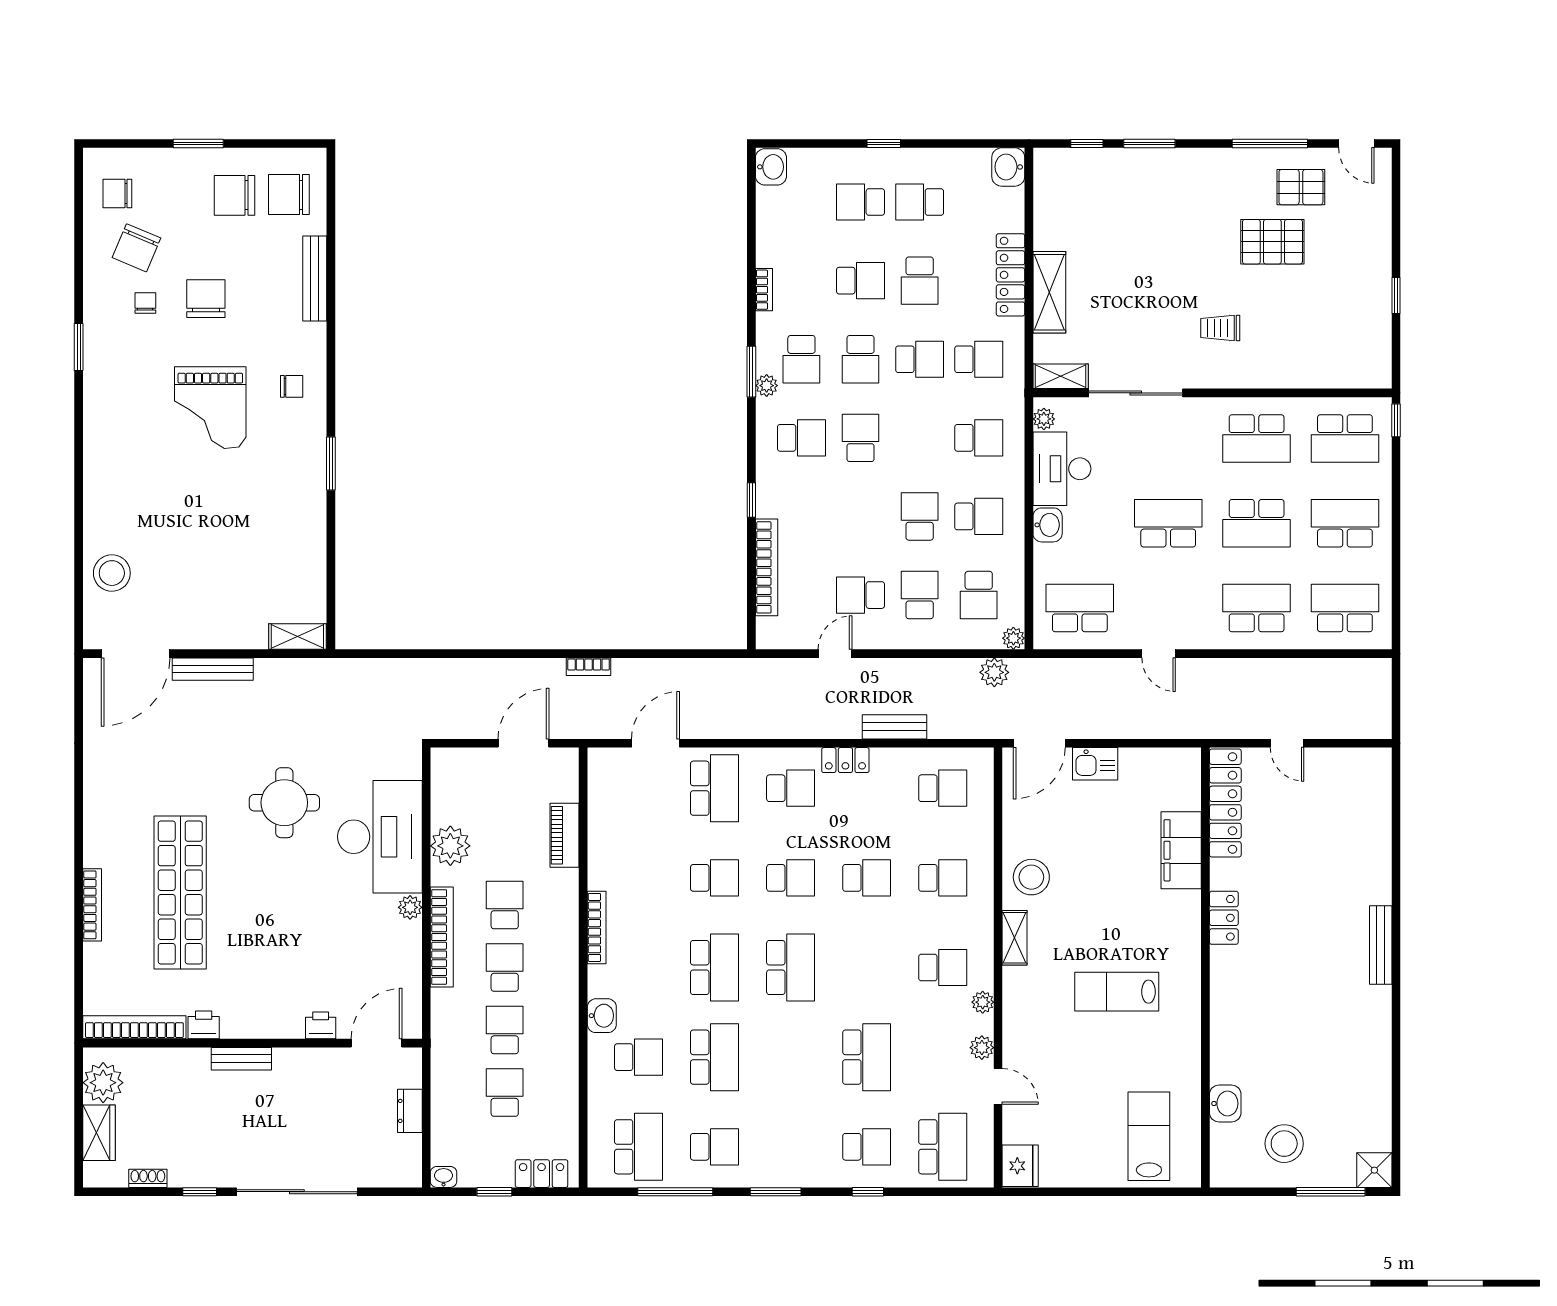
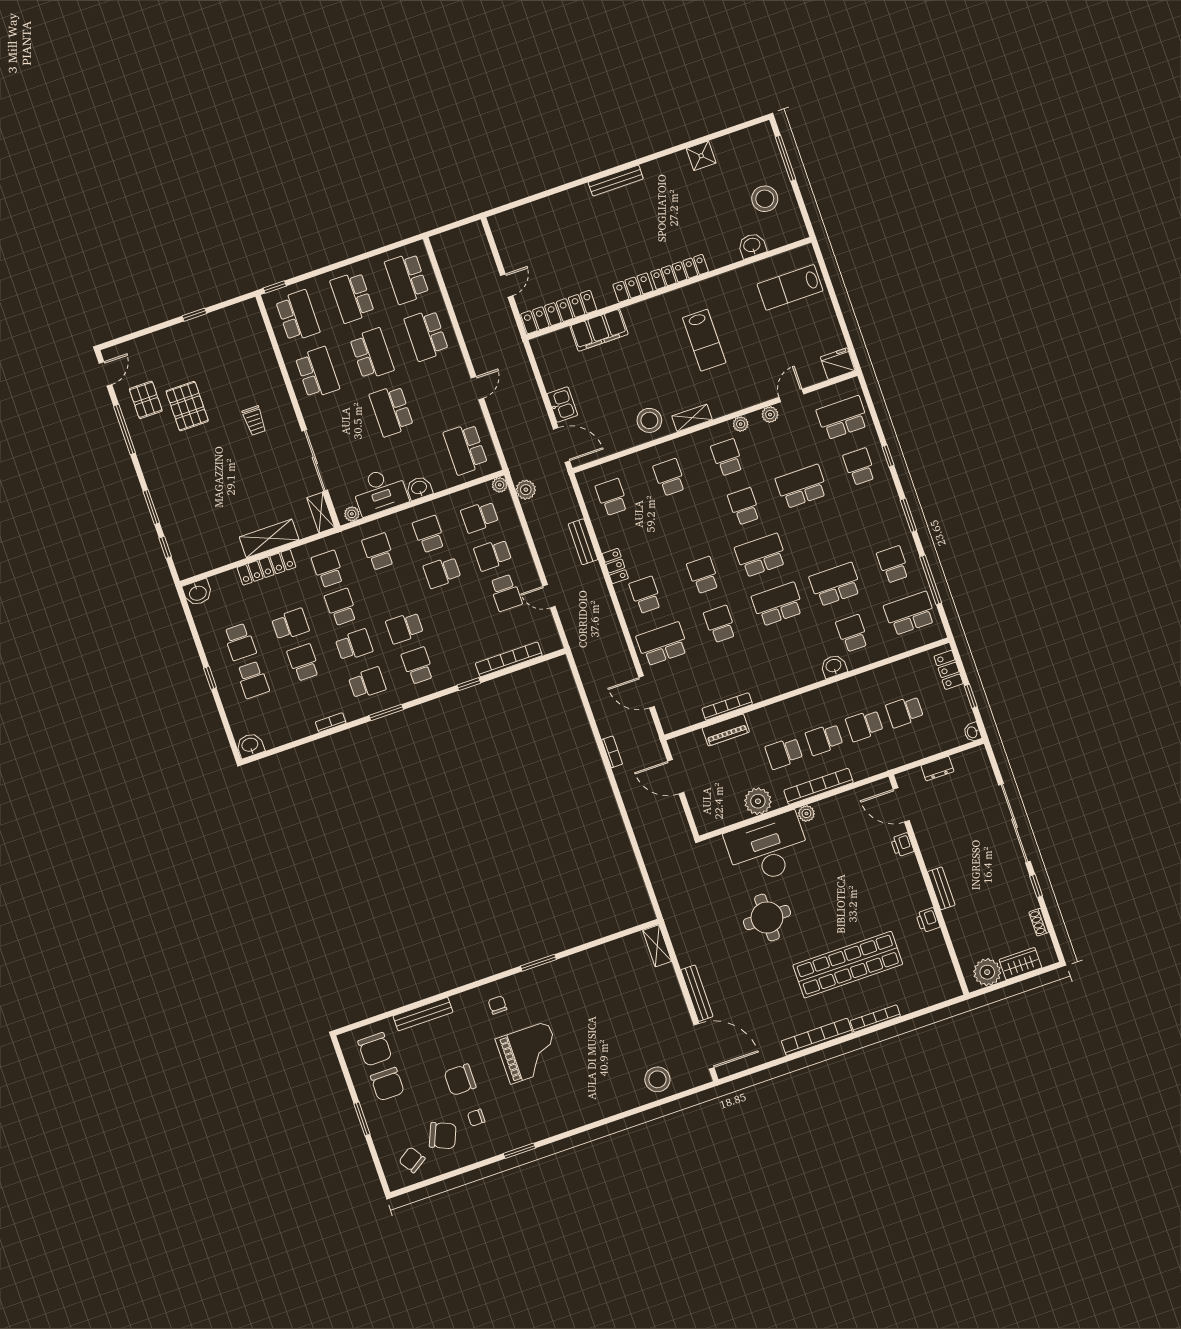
chair: (117, 193) -> (412, 1160), turned 147
plant: (767, 386) -> (392, 700), removed
school desk: (979, 595) -> (480, 517), turned 180
school desk: (867, 878) -> (744, 506), moved
bookcase: (597, 927) -> (727, 706), moved
locker: (1223, 990) -> (679, 272), added
bookcase: (134, 1027) -> (817, 1037), moved, turned 90
shower: (1374, 1170) -> (701, 156), moved

